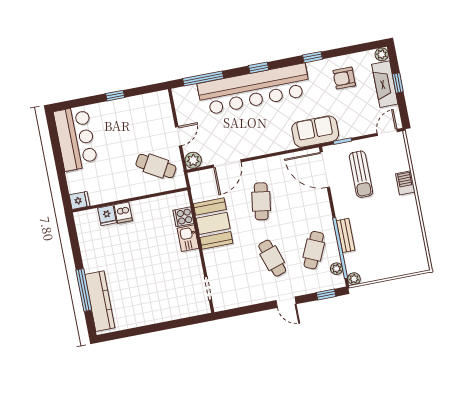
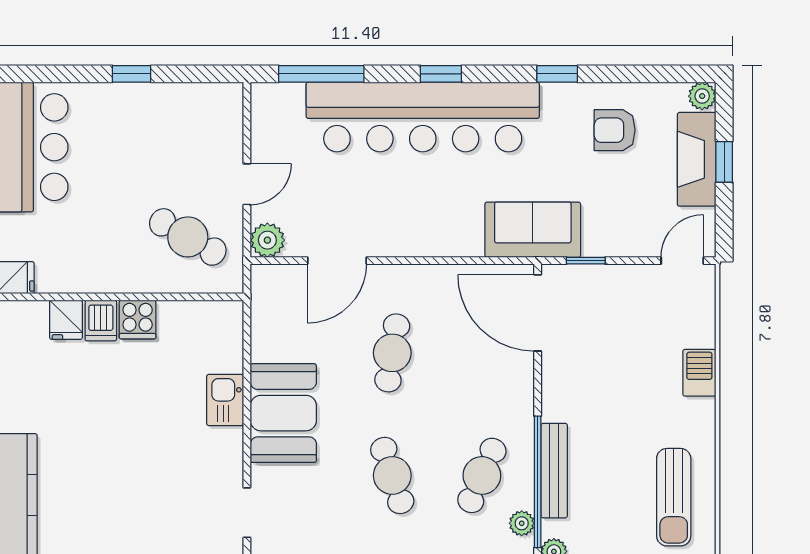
sun lounger: (361, 174) -> (674, 497), moved
cooker: (183, 217) -> (138, 320), moved, turned -90
booth: (213, 223) -> (283, 413), moved
bench: (346, 235) -> (554, 471), width x1.36

